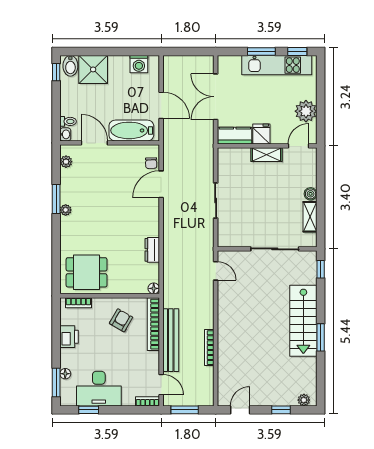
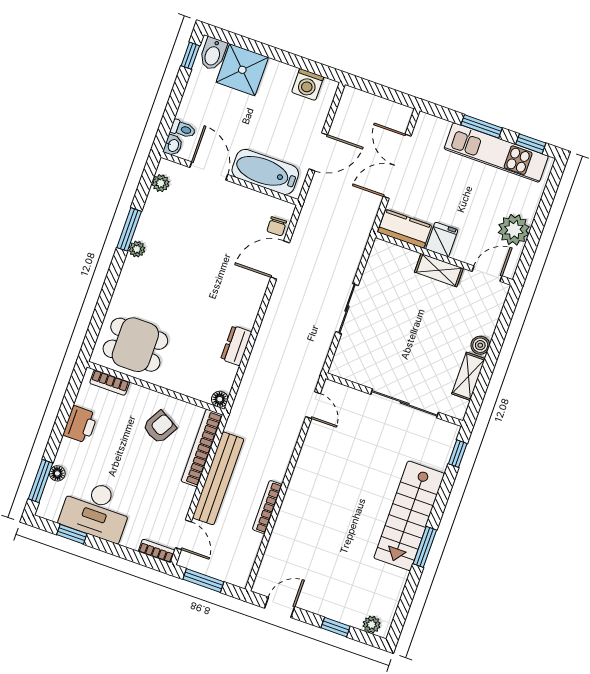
door: (161, 105) -> (318, 152), hinge flipped

